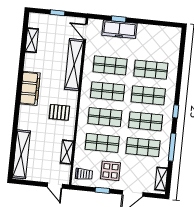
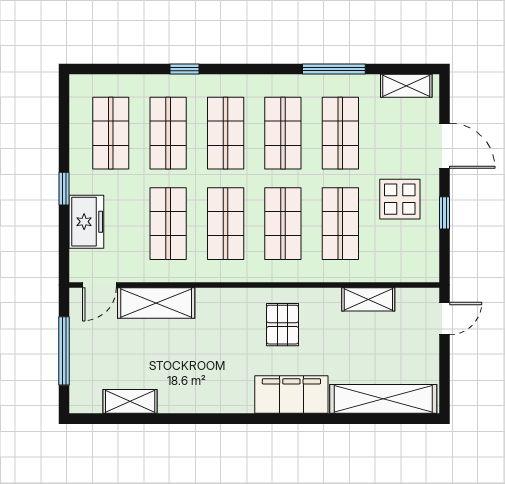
window: (58, 13) -> (64, 351), width x2.17
window: (119, 19) -> (64, 189), moved
freezer: (119, 29) -> (86, 222), width x0.71
shop shelf: (153, 44) -> (111, 133), added
shelving: (74, 65) -> (156, 303), width x0.68
filing cabinet: (30, 88) -> (291, 395), moved
window: (176, 111) -> (185, 69), moved
trolley: (84, 174) -> (413, 257), removed

